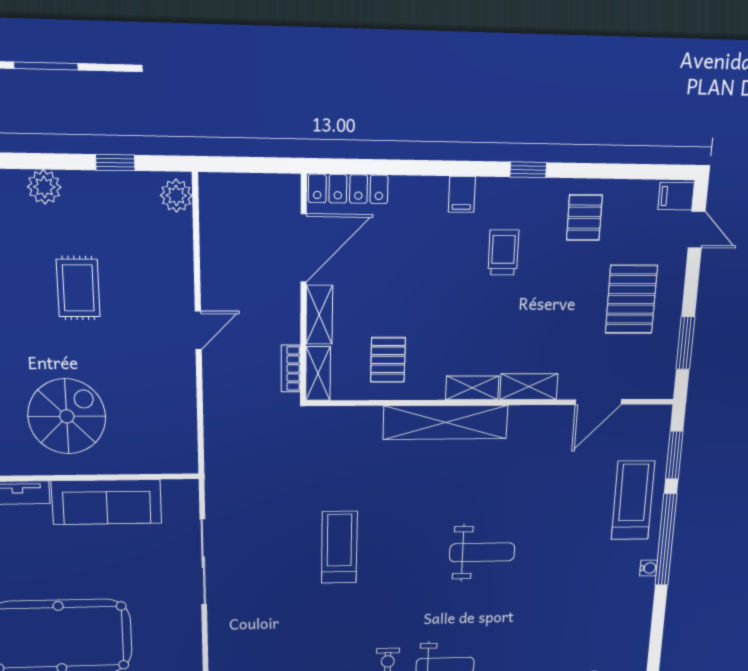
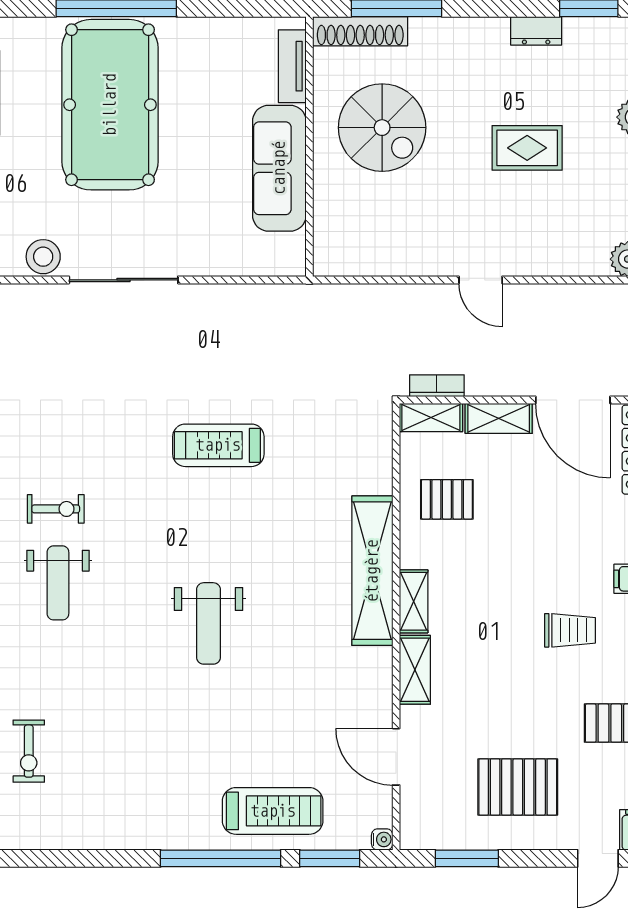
treadmill: (339, 547) -> (218, 445), turned 180
sliding door: (203, 562) -> (124, 280), moved
water cooler: (649, 568) -> (382, 839), moved, turned -90

